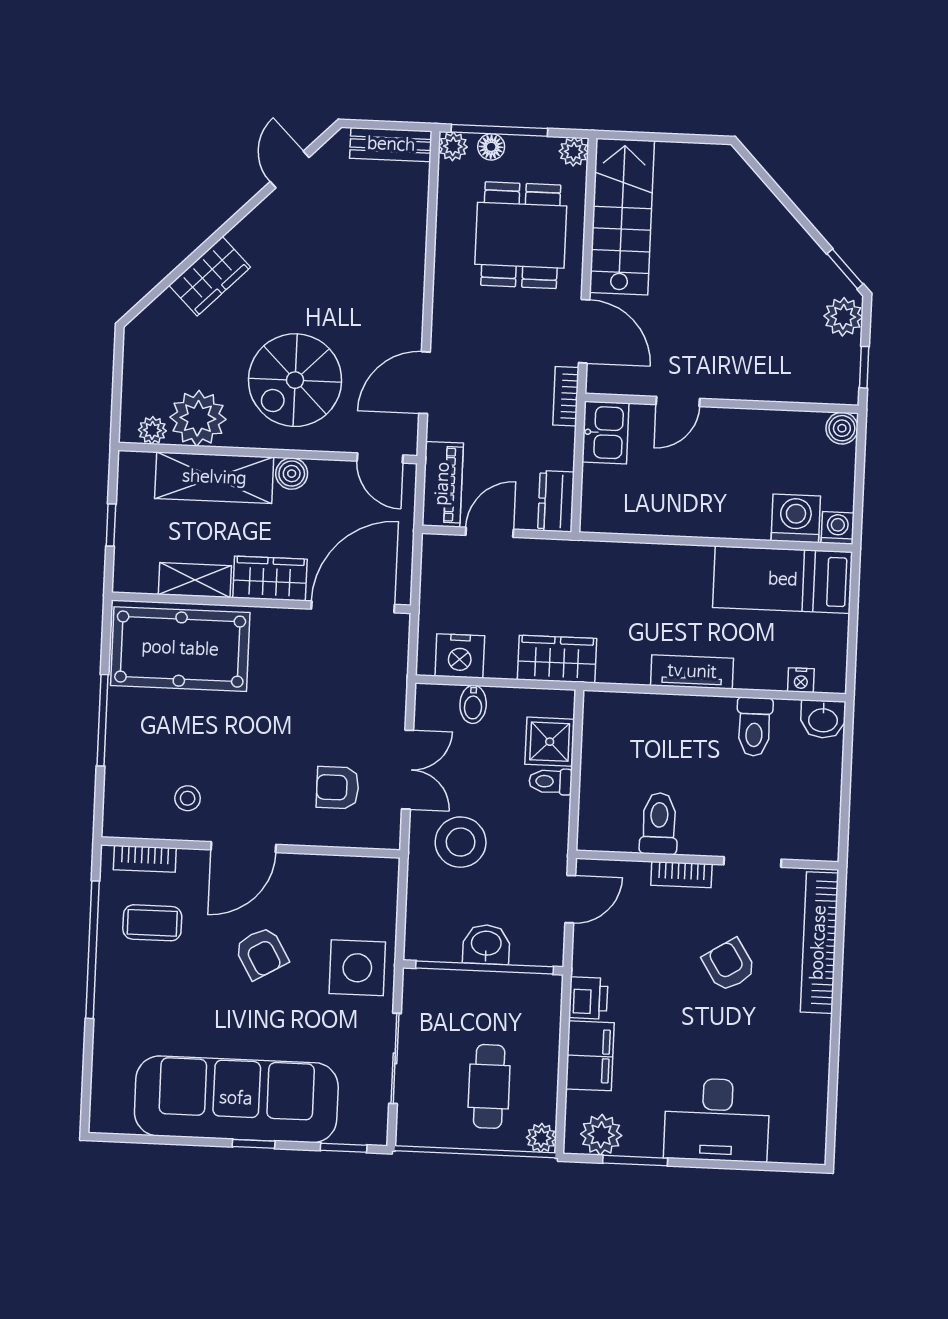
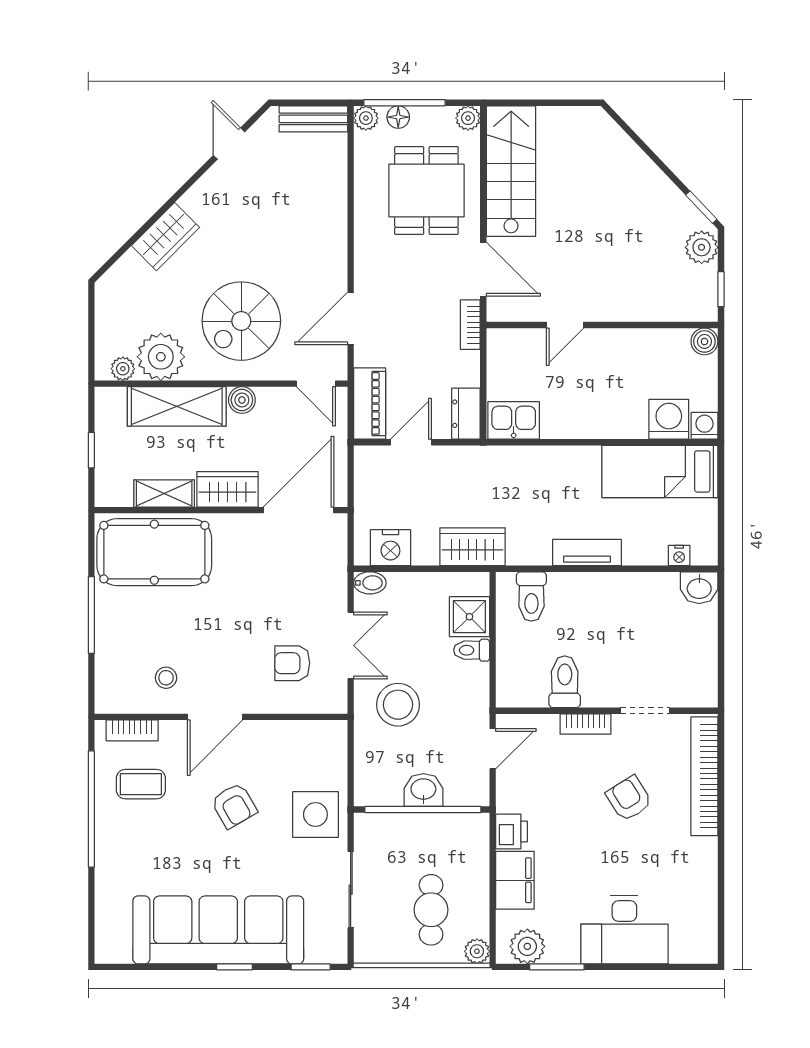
kitchen sink: (605, 433) -> (514, 420), moved, turned -90
bidet: (473, 704) -> (370, 583), moved, turned -90
toilet: (754, 727) -> (531, 597), moved

